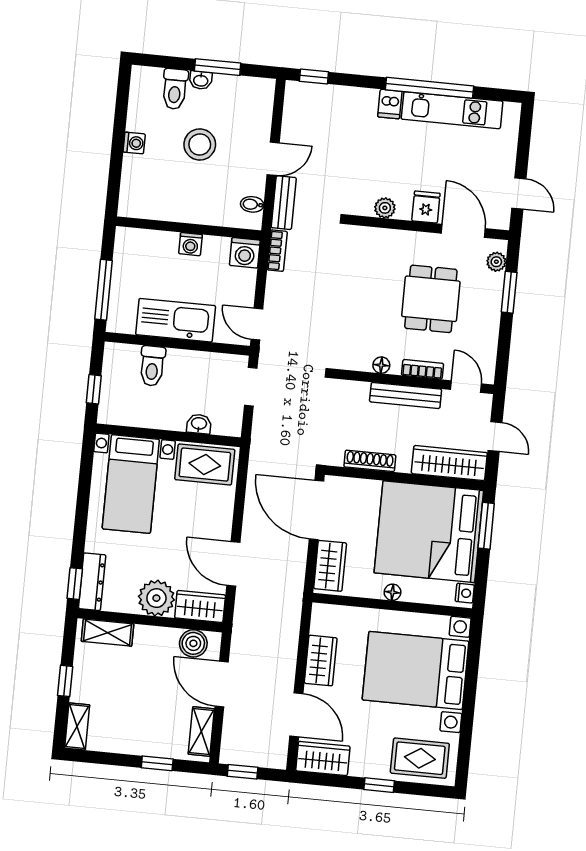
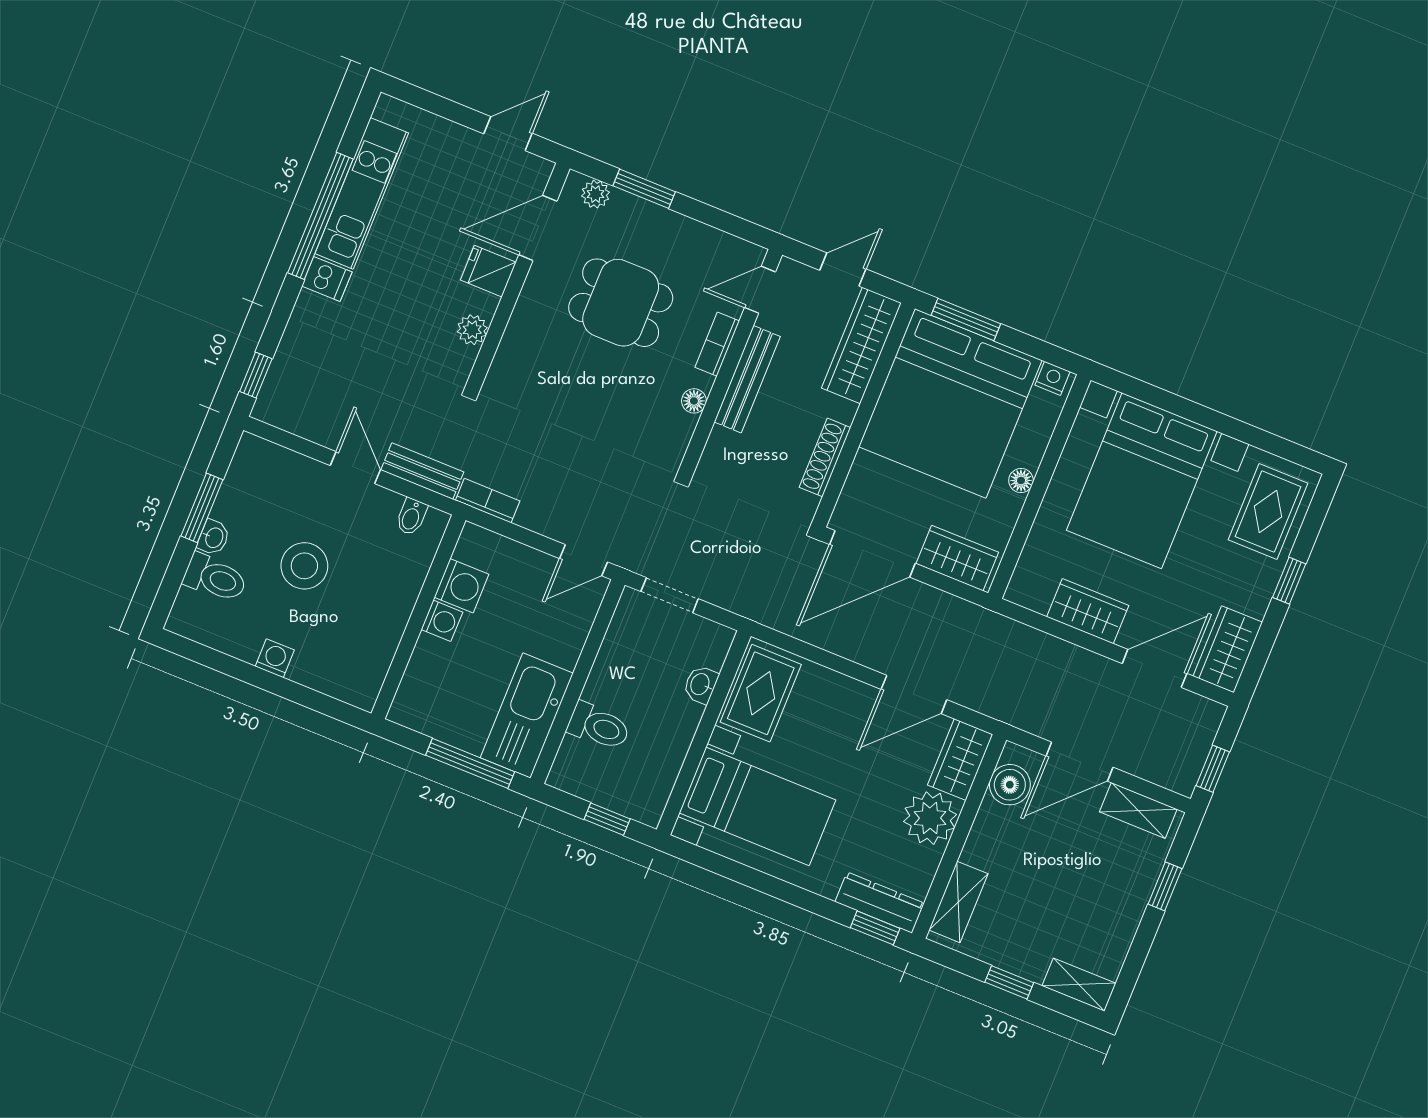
washing machine: (245, 253) -> (461, 586), moved
kitchen sink: (176, 320) -> (527, 715), moved

